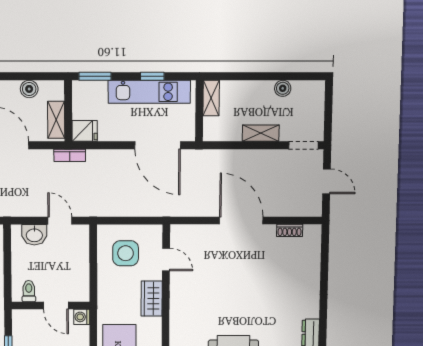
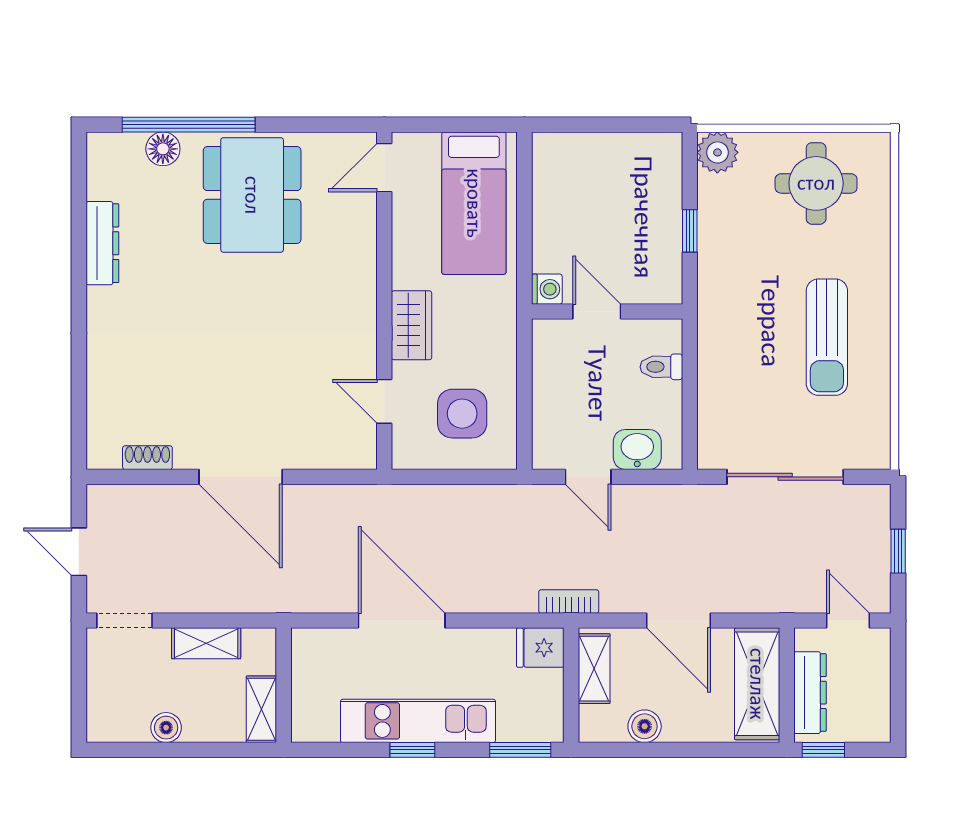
shelving: (211, 98) -> (261, 709), moved
wall: (199, 111) -> (284, 685), moved
toilet: (29, 291) -> (661, 367), moved, turned 90

